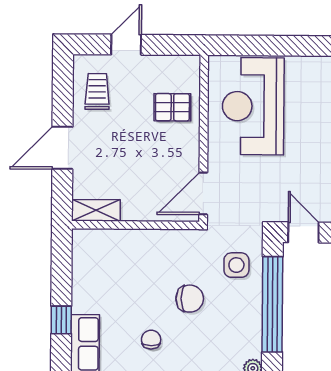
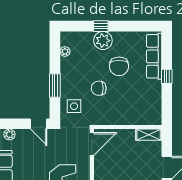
window: (272, 304) -> (55, 86), width x0.47
chair: (151, 340) -> (119, 66), width x1.87, depth x1.87

